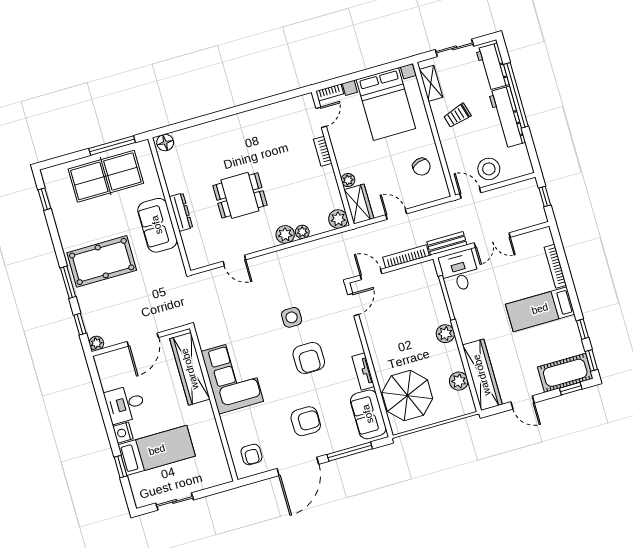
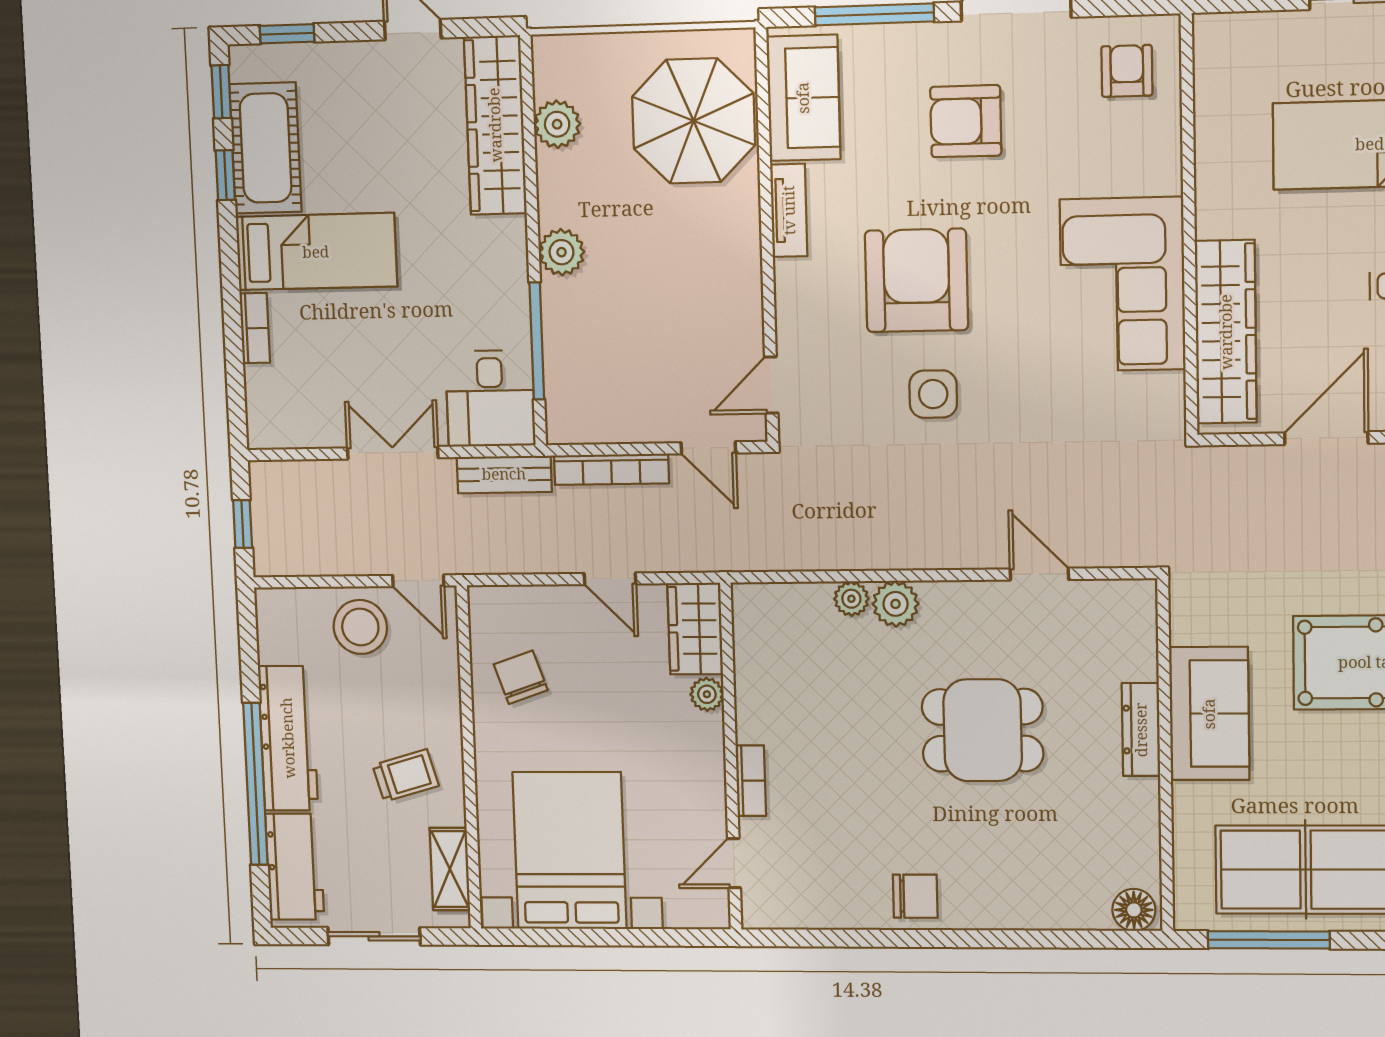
bookcase: (330, 92) -> (698, 916), removed
chair: (249, 124) -> (915, 896), added
plant: (338, 219) -> (755, 606), removed
bookcase: (555, 266) -> (255, 328), width x0.64
armchair: (309, 358) -> (916, 280), width x1.36, depth x1.36
cot: (565, 373) -> (266, 148), moved, turned 90

